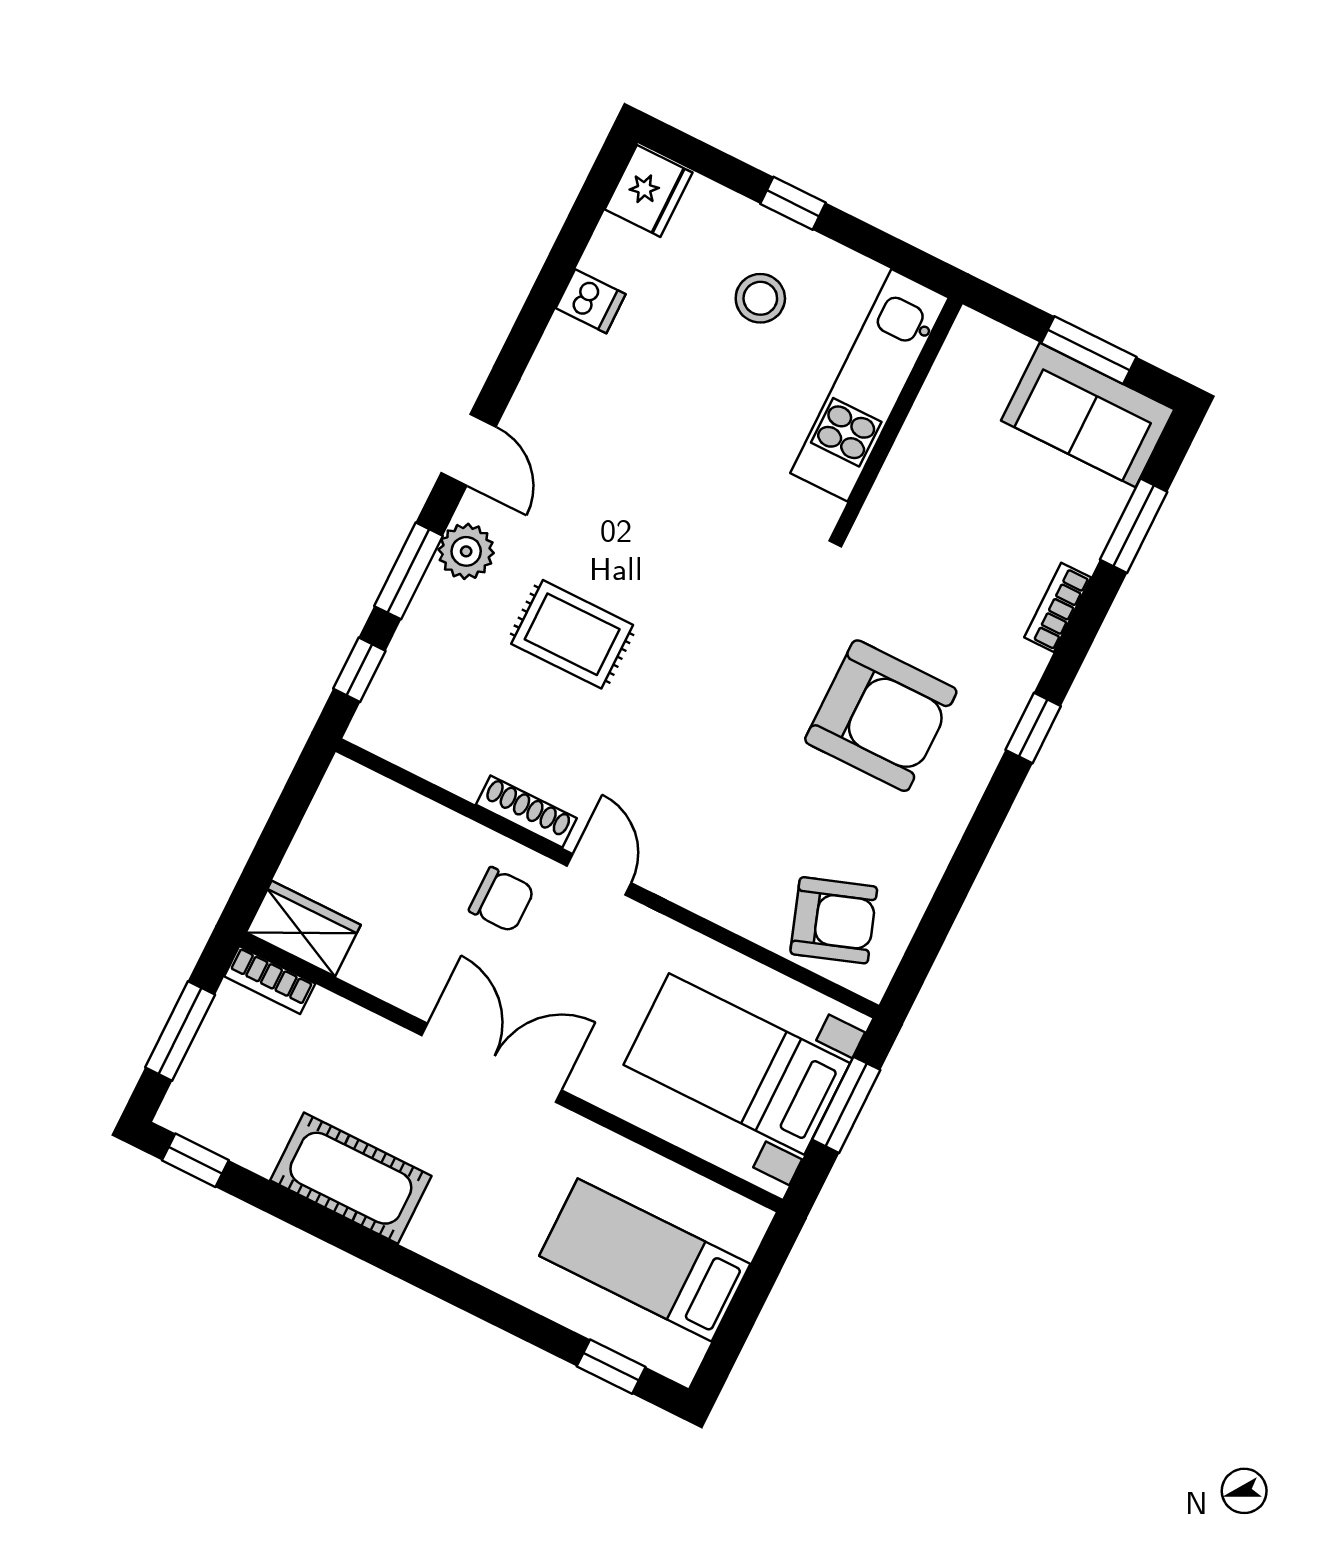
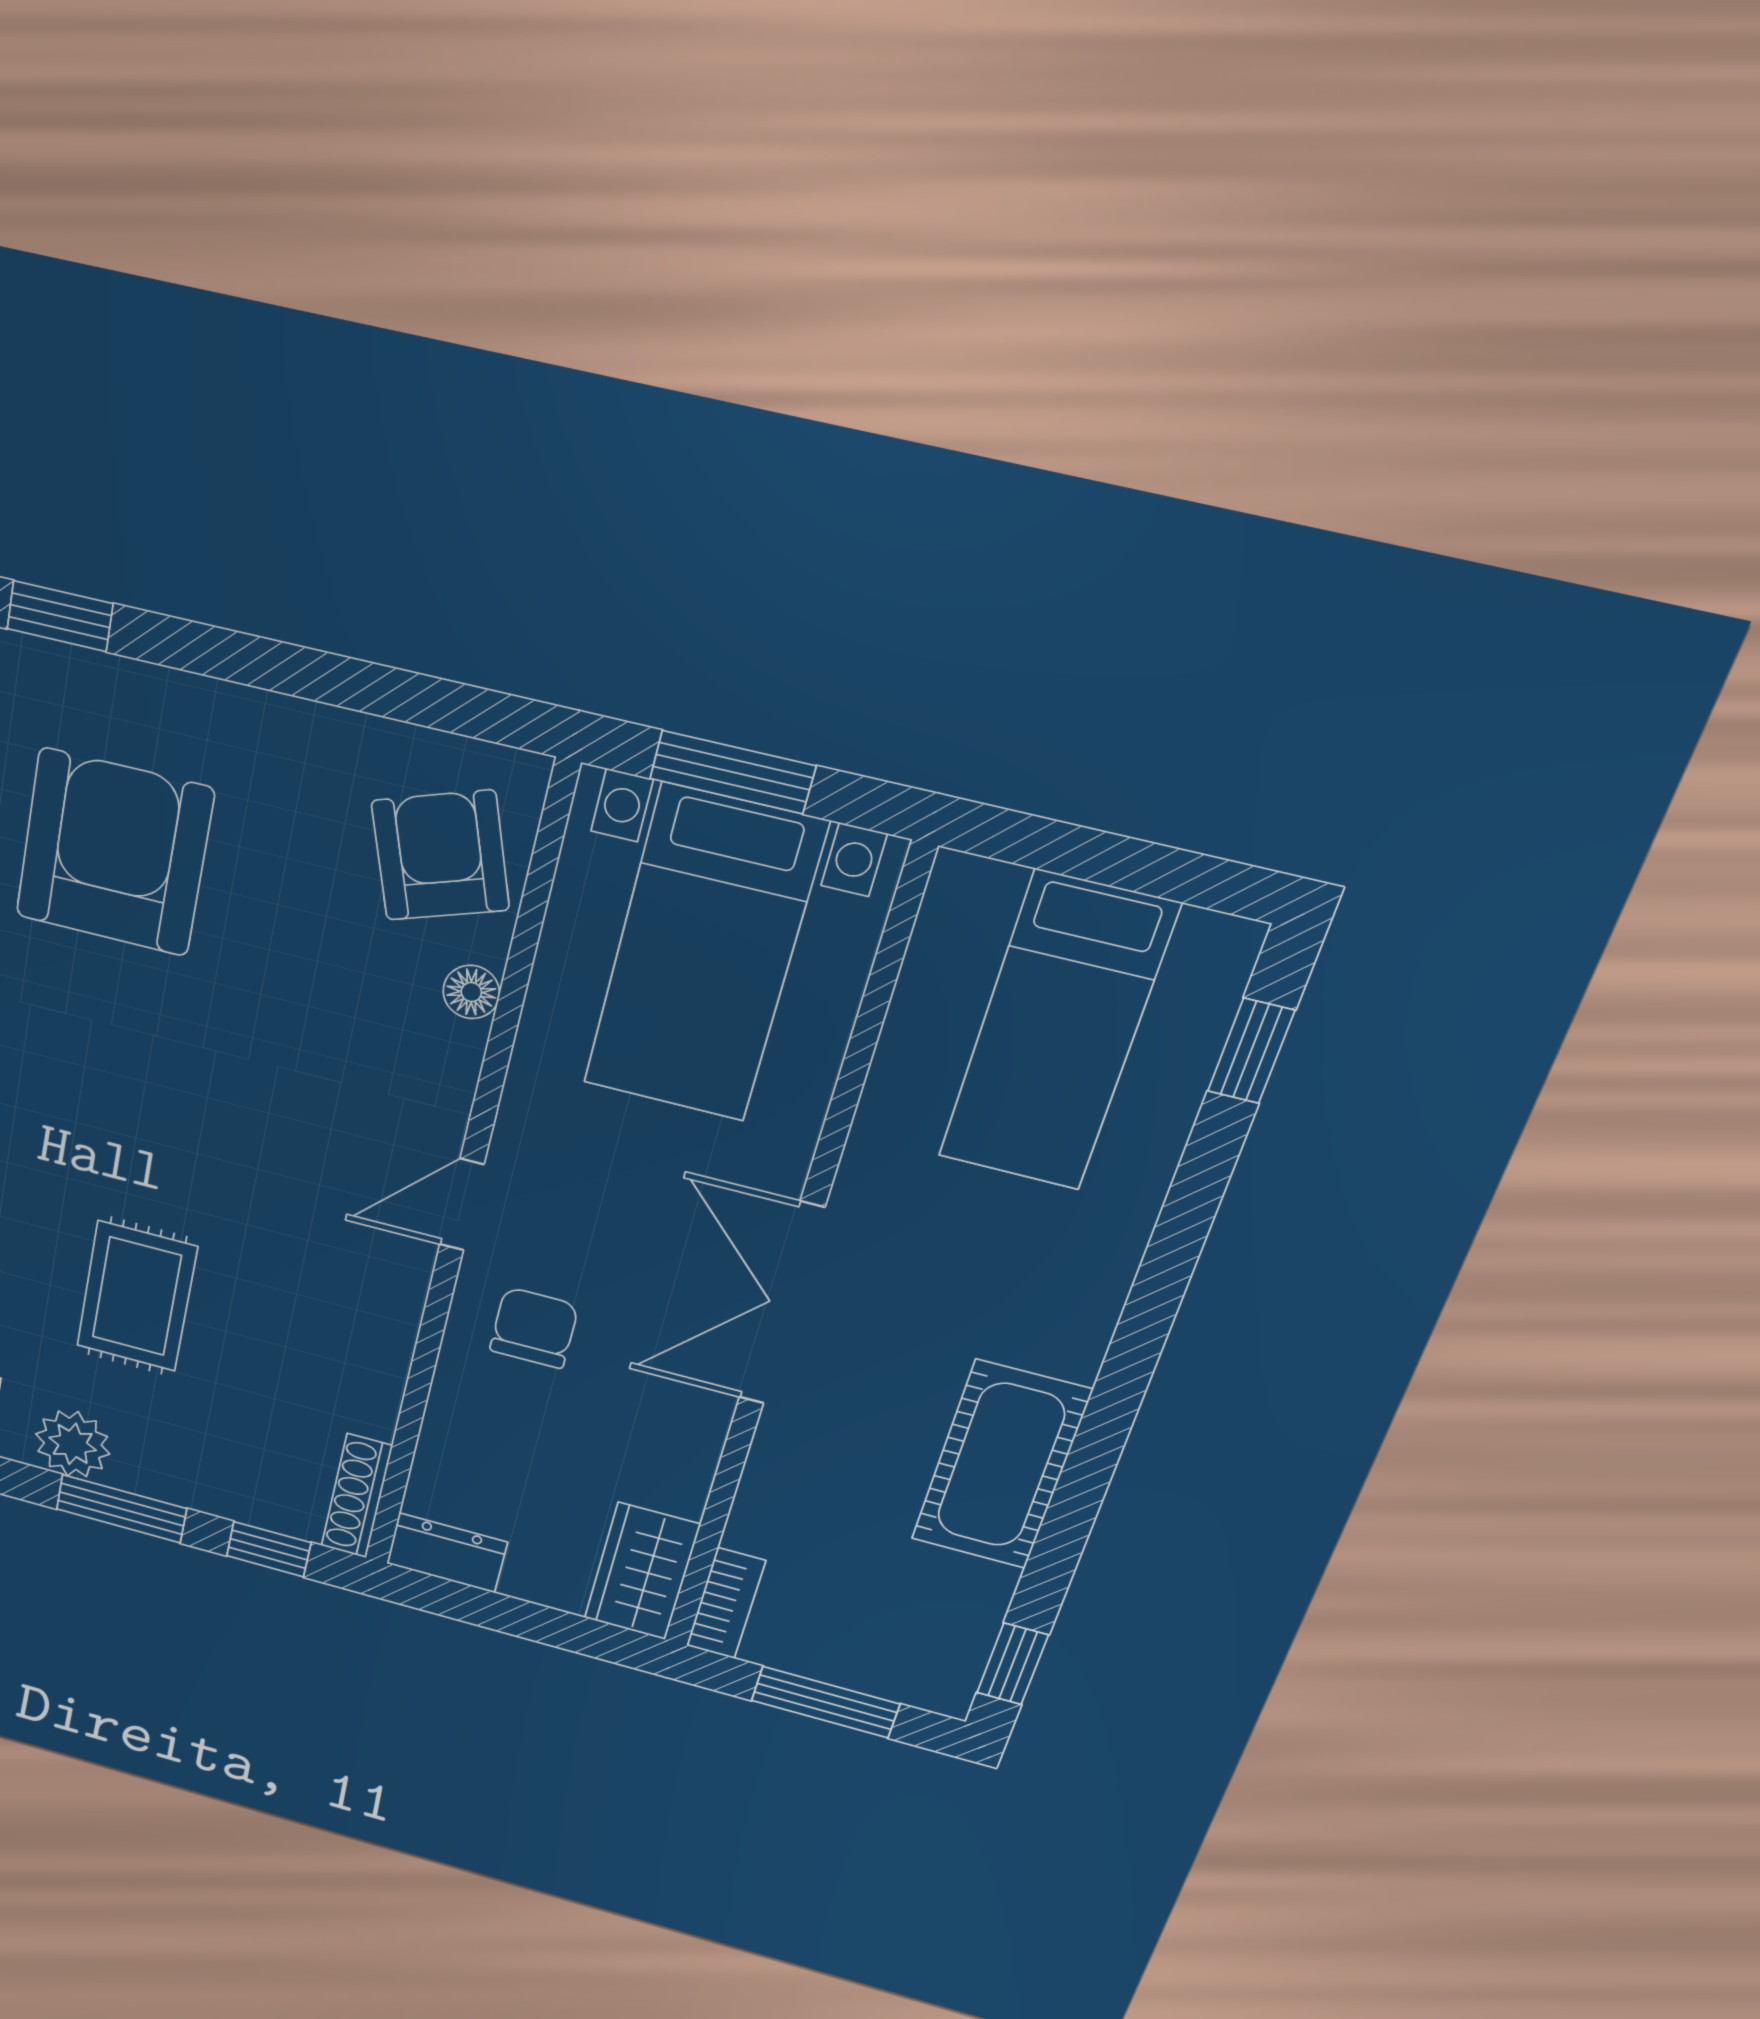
dresser: (338, 797) -> (447, 1553), added
shoe rack: (526, 811) -> (357, 1496), moved
floor lamp: (742, 917) -> (471, 992), added

